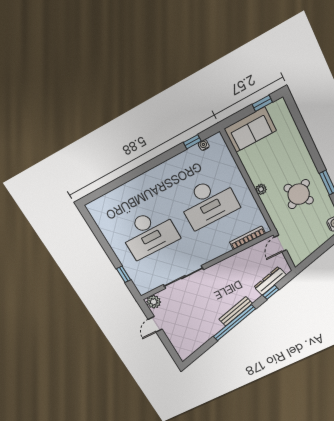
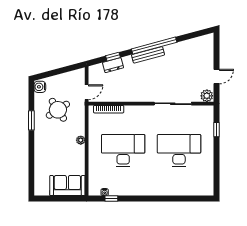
window: (262, 103) -> (50, 199), removed
round table: (299, 194) -> (58, 110), moved
dresser: (270, 281) -> (113, 65), width x0.70

